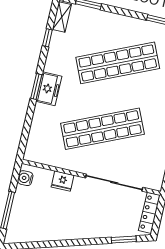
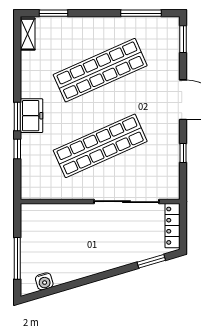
window: (47, 38) -> (17, 149), moved
water cooler: (25, 178) -> (44, 281), moved, turned -106
fridge: (63, 181) -> (70, 213), removed

